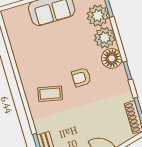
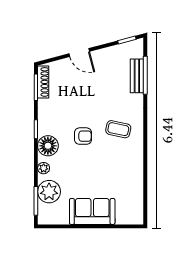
plant: (105, 38) -> (44, 168), width x0.53, depth x0.53

